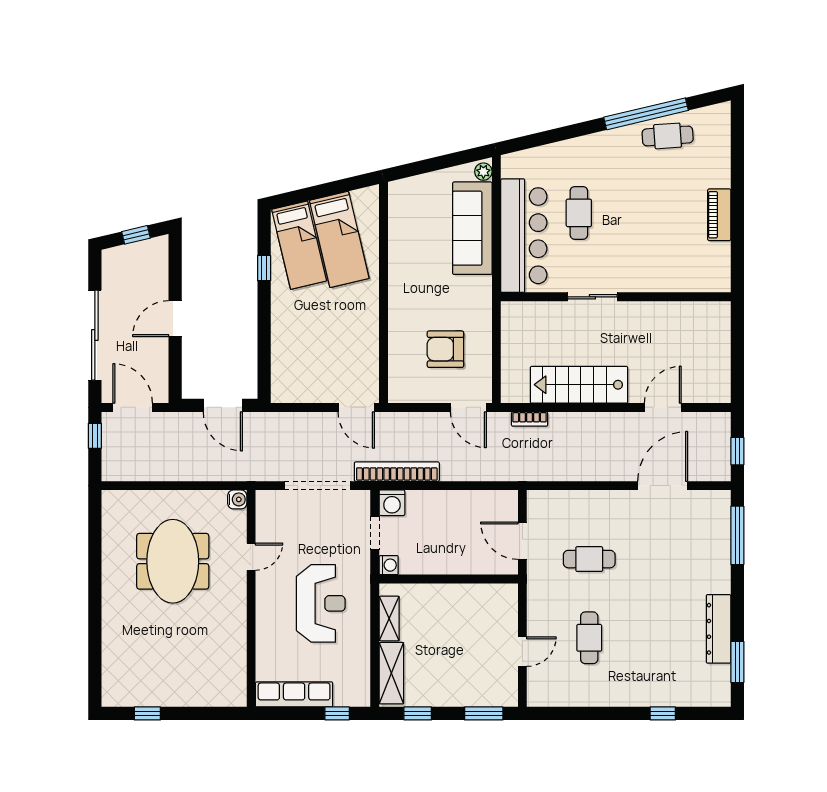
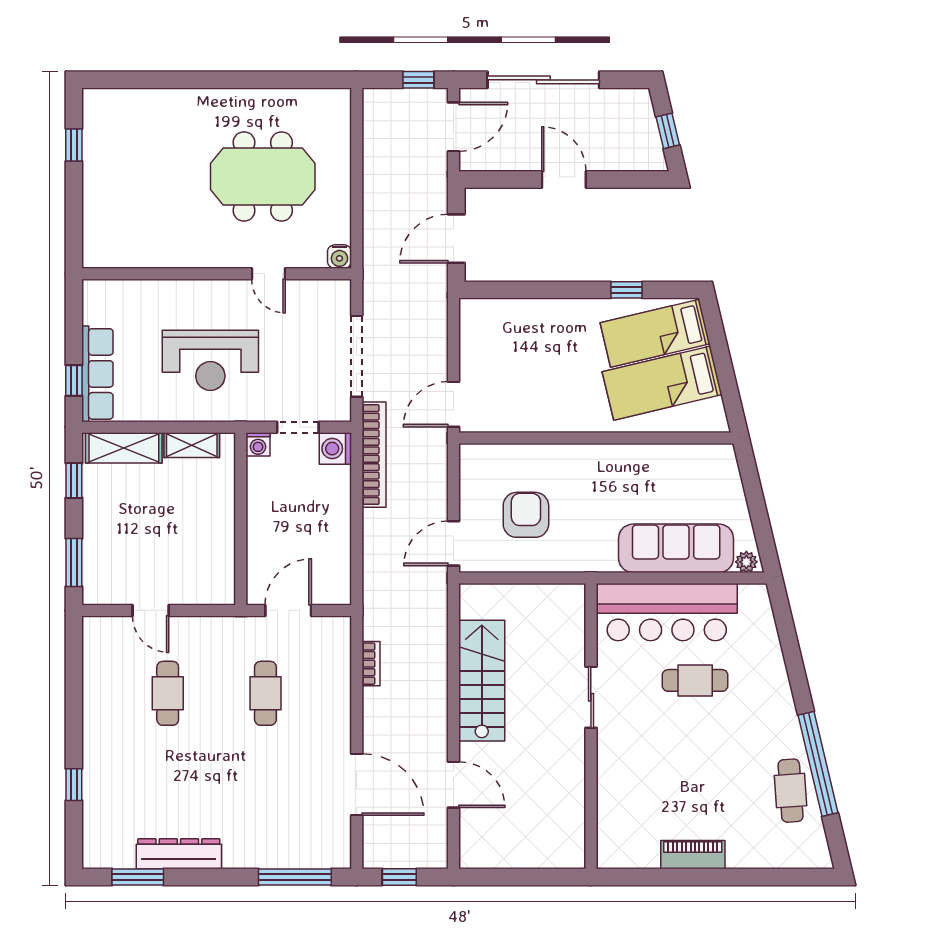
bookcase: (530, 419) -> (371, 664), moved, turned 180
cafe table: (589, 638) -> (168, 693), turned 90
row of seats: (294, 694) -> (97, 374), moved

